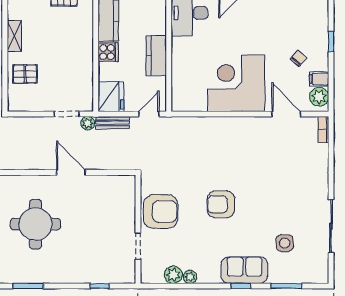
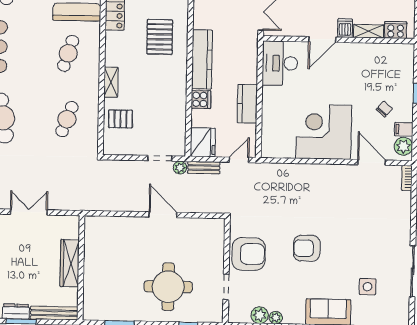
round table: (35, 224) -> (168, 287), moved

